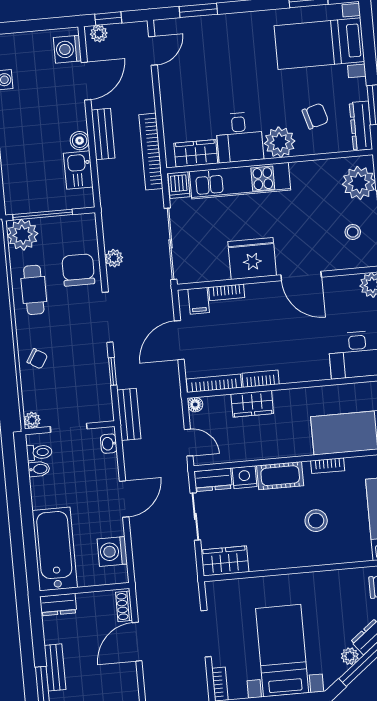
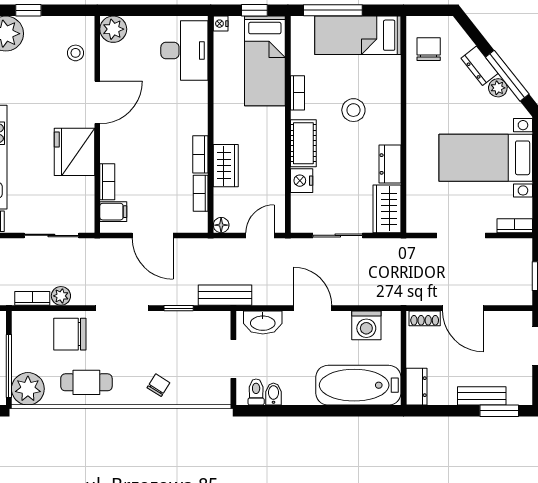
bookcase: (109, 231) -> (32, 298), added
stool: (353, 232) -> (76, 53), moved
sliding door: (171, 244) -> (51, 235), width x0.73
bookcase: (214, 383) -> (201, 193), width x0.64
plant: (32, 420) -> (222, 396), removed
washbasin: (109, 444) -> (263, 322), width x1.91, depth x1.45
dresser: (213, 480) -> (390, 164), moved, turned 180

